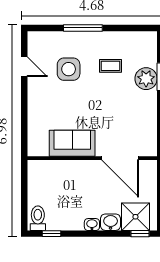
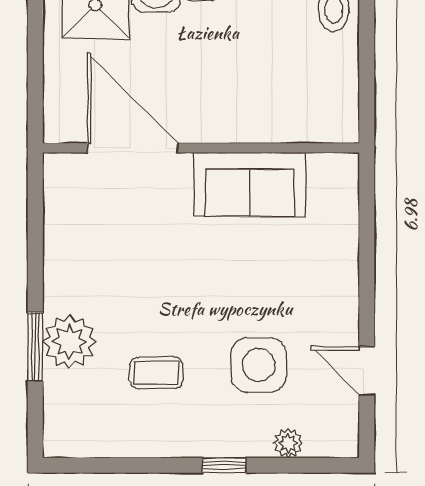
window: (83, 28) -> (224, 465), width x0.46
plant: (56, 37) -> (288, 443), added

